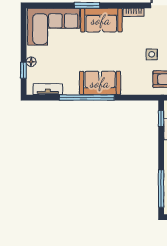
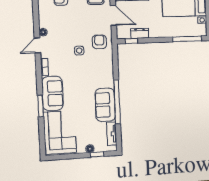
sofa: (100, 83) -> (105, 105), moved

